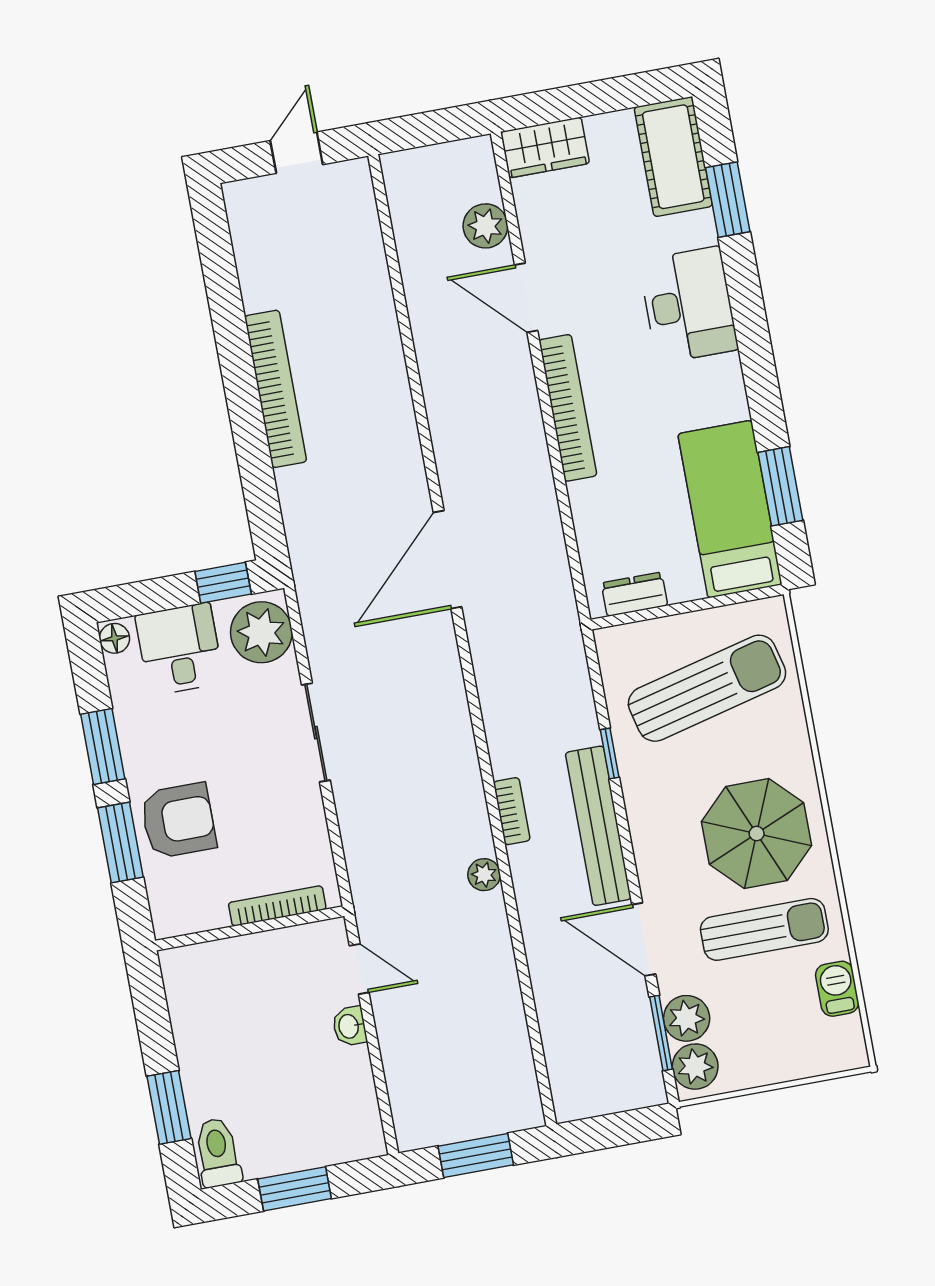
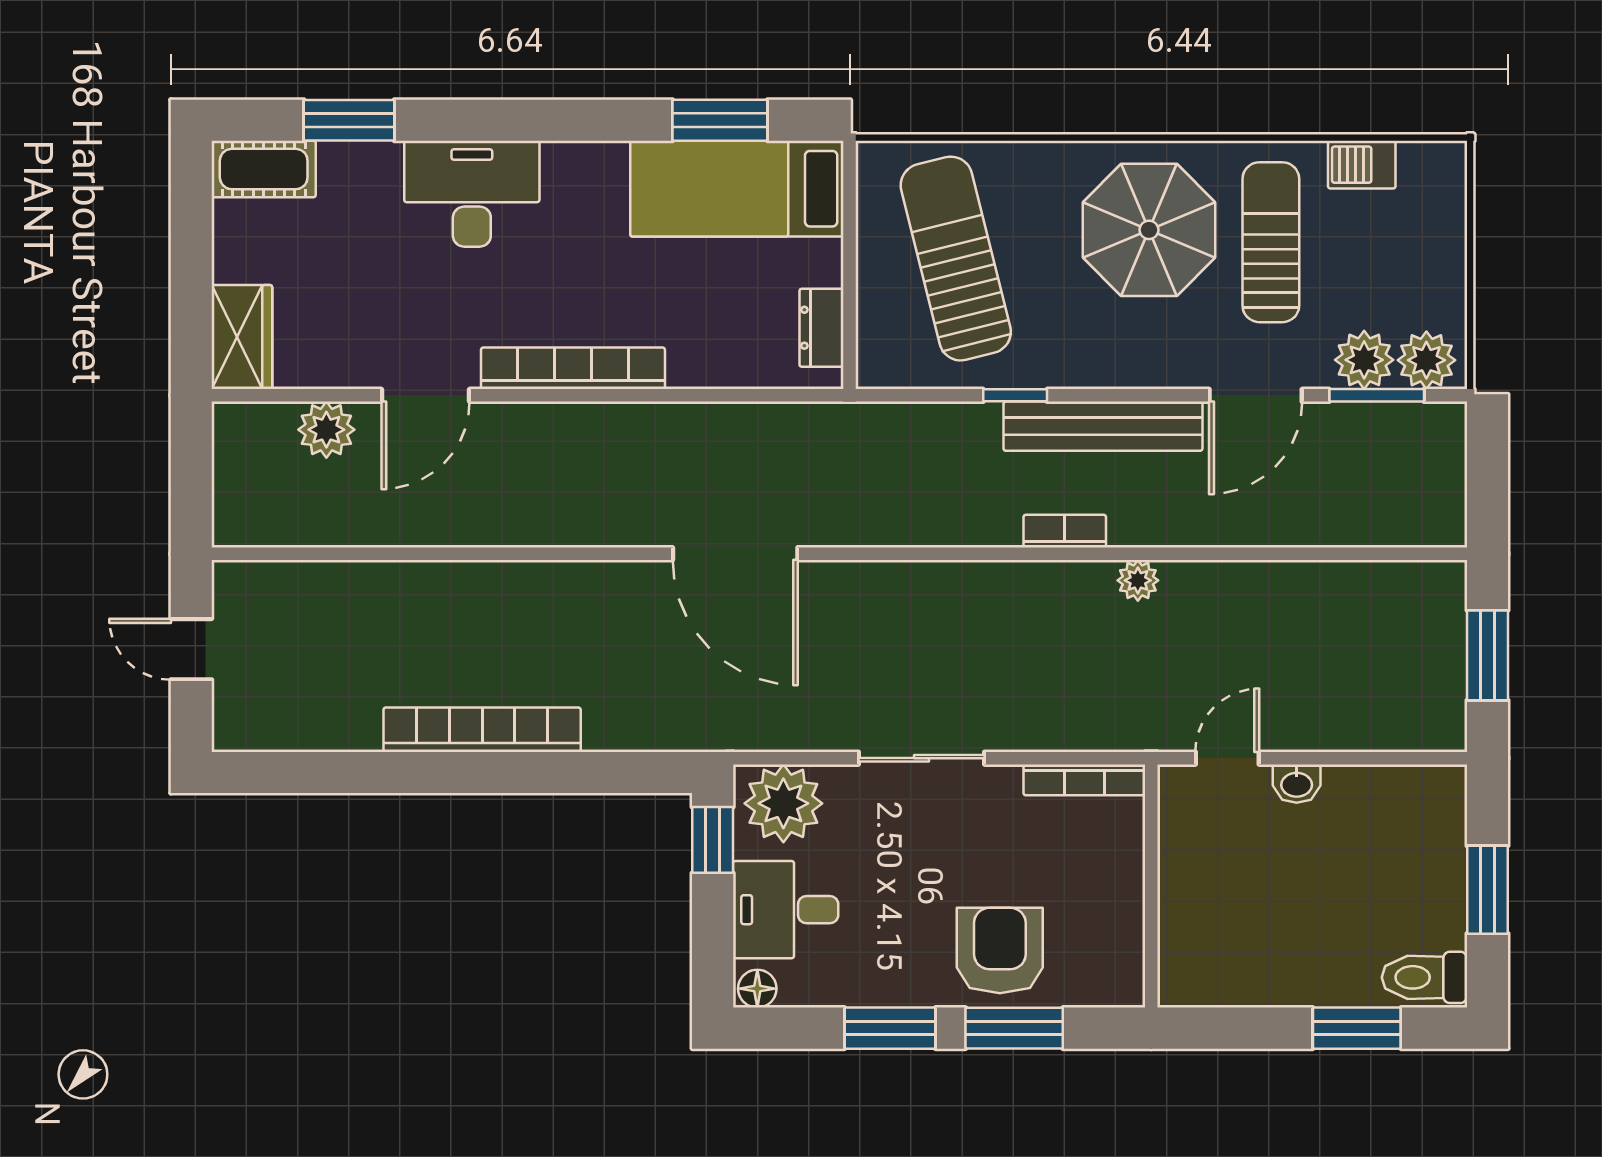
cot: (673, 157) -> (264, 169), width x0.73, depth x0.75
bookcase: (277, 906) -> (1084, 780), moved, turned -90

